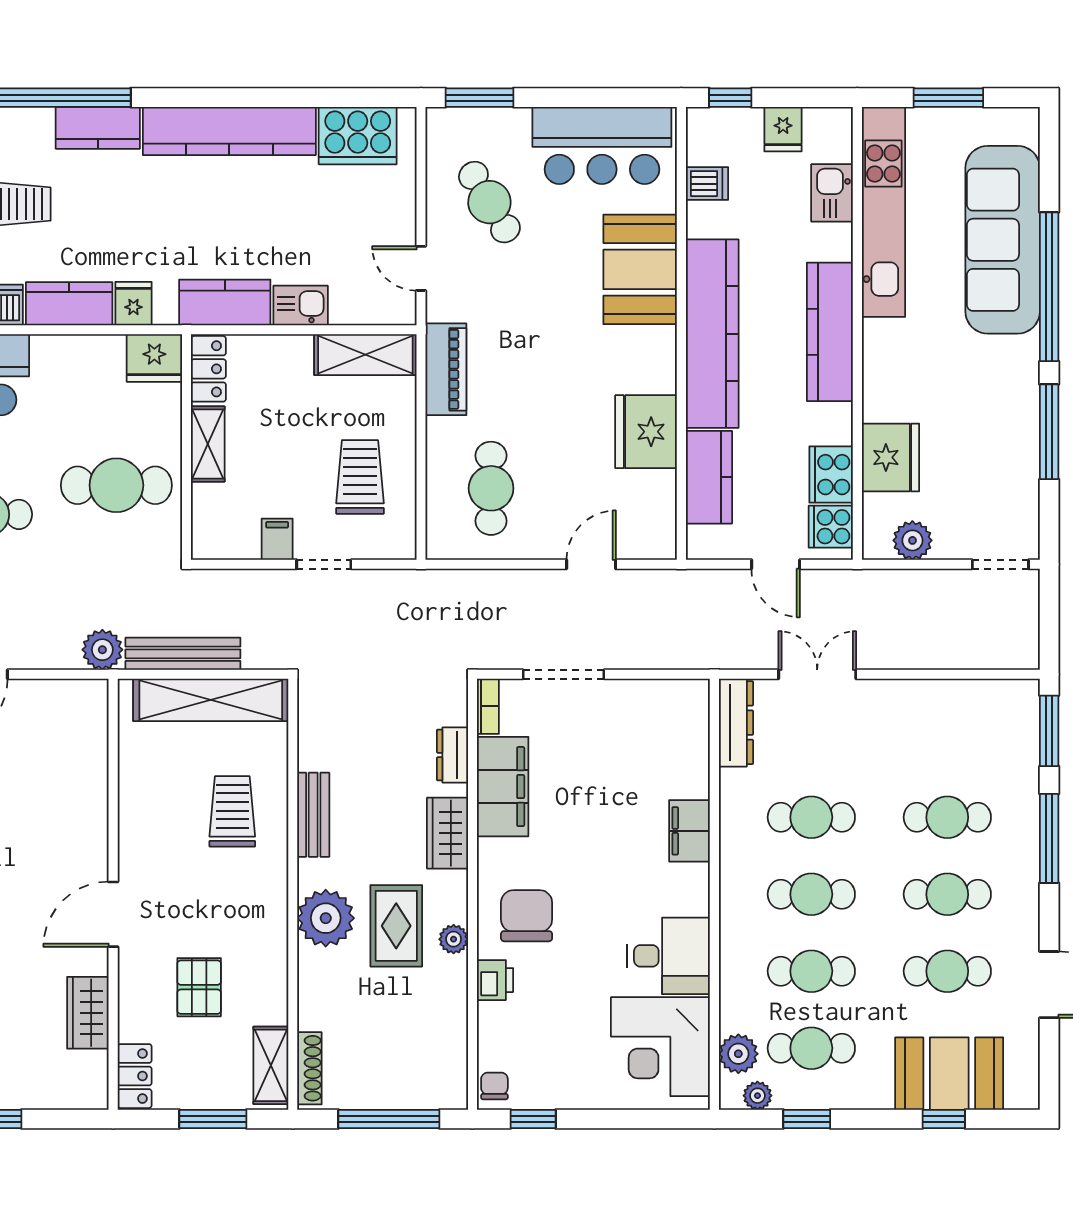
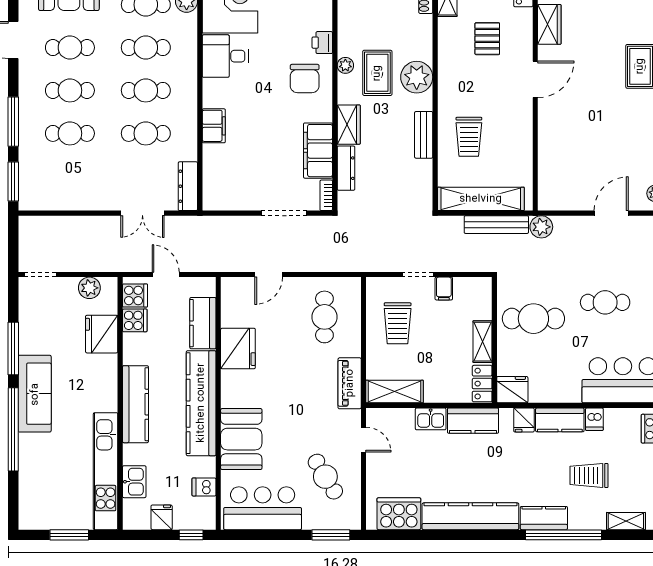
sofa: (1003, 240) -> (35, 394), moved, width x0.74, depth x0.79
cooker: (831, 475) -> (135, 320), width x0.73
dresser: (452, 755) -> (346, 168), width x1.44

